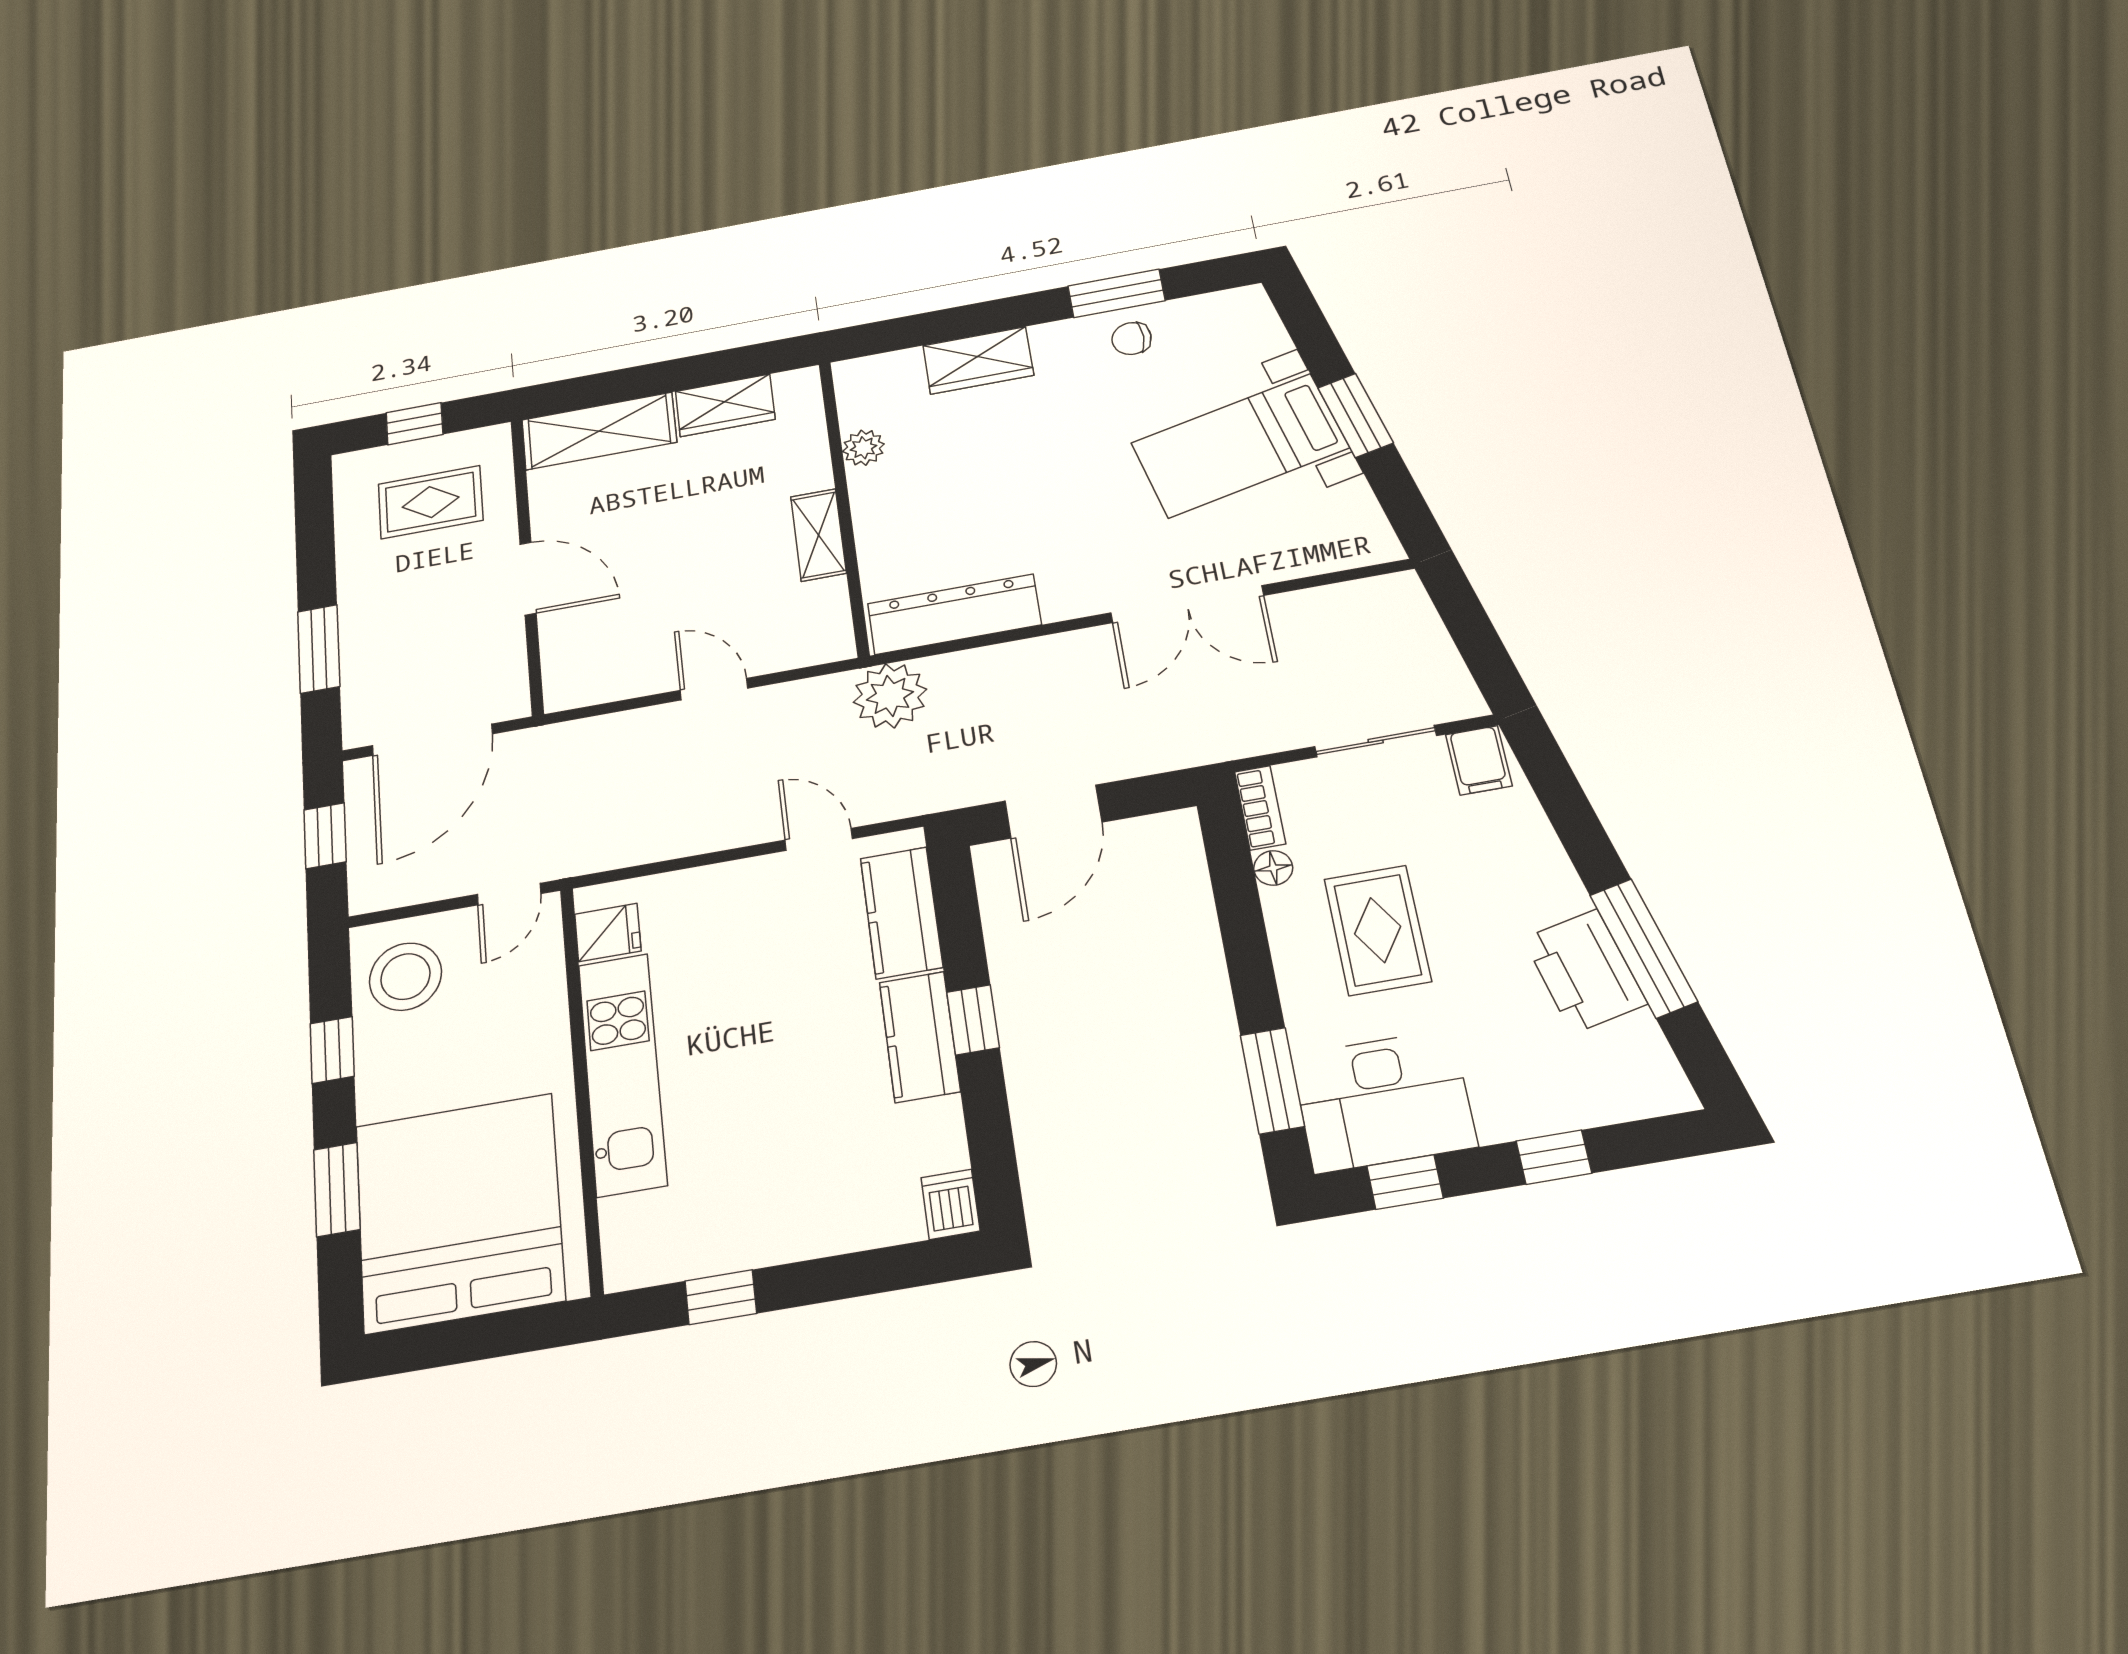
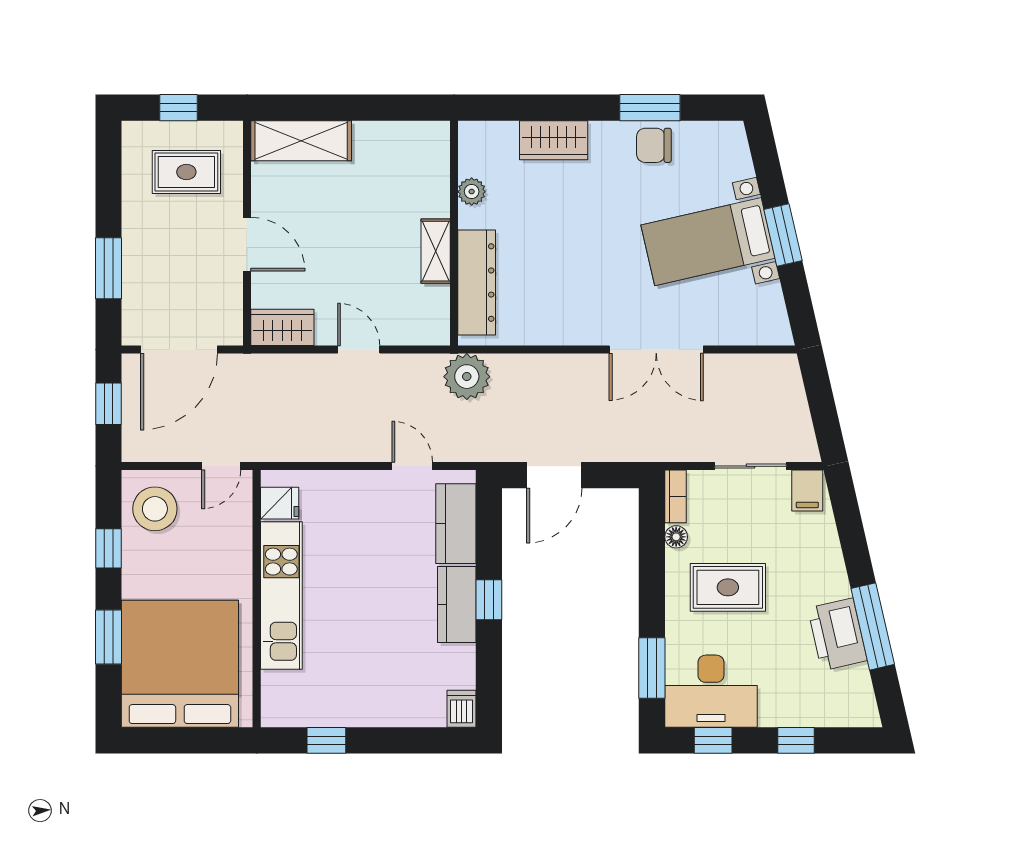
chair: (1132, 339) -> (654, 145), width x1.37, depth x1.37
wardrobe: (725, 405) -> (282, 327), moved, turned 180
dresser: (954, 614) -> (477, 283), moved, turned 90
rug: (1378, 930) -> (728, 587), turned 90

